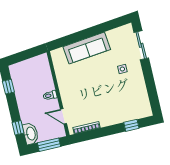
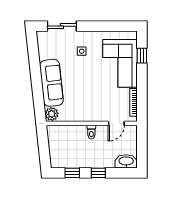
plant: (58, 55) -> (52, 114), added
corner sofa: (119, 107) -> (120, 63), added
window: (18, 128) -> (98, 173), moved
window: (49, 145) -> (142, 145), removed

